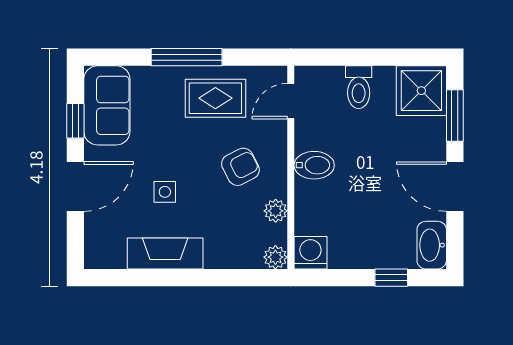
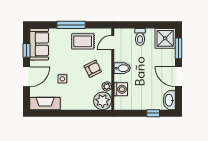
washing machine: (310, 253) -> (121, 89), moved, turned 90
fireplace: (165, 254) -> (45, 104), moved
plant: (275, 257) -> (103, 101), width x1.88, depth x1.88

